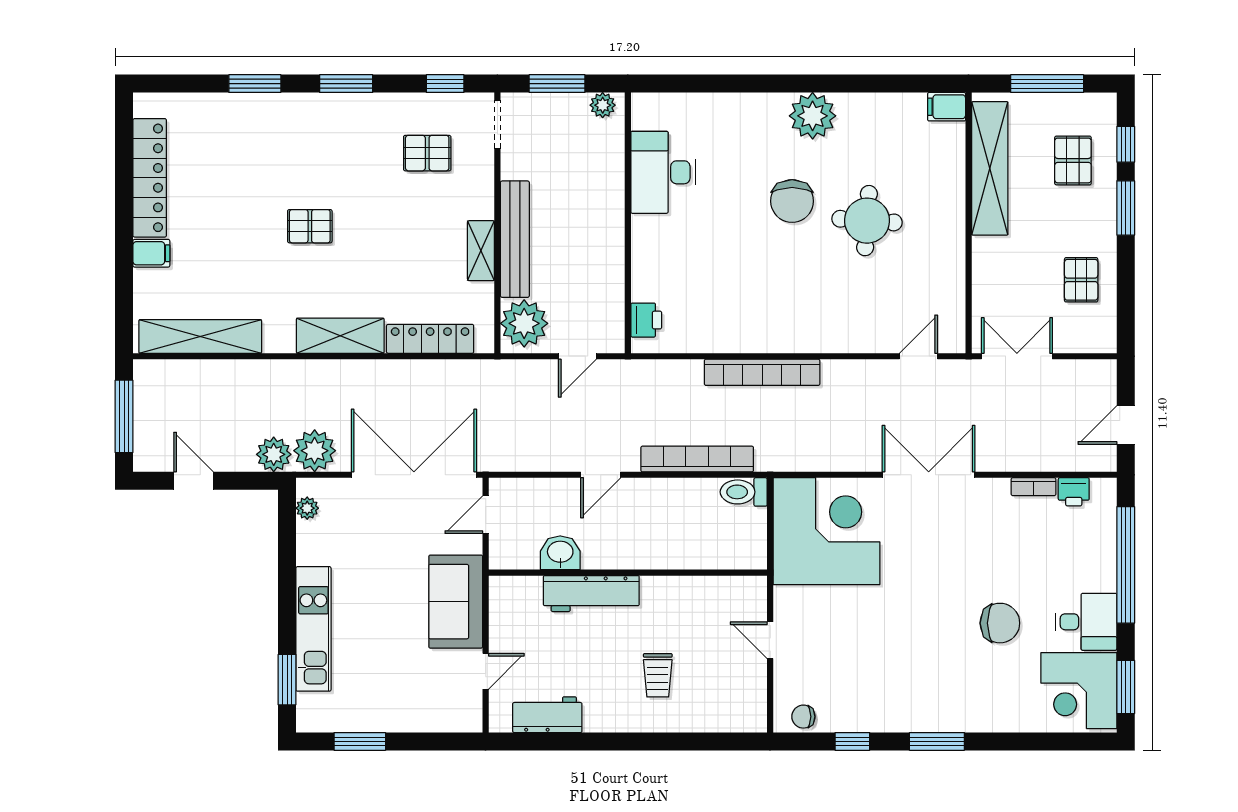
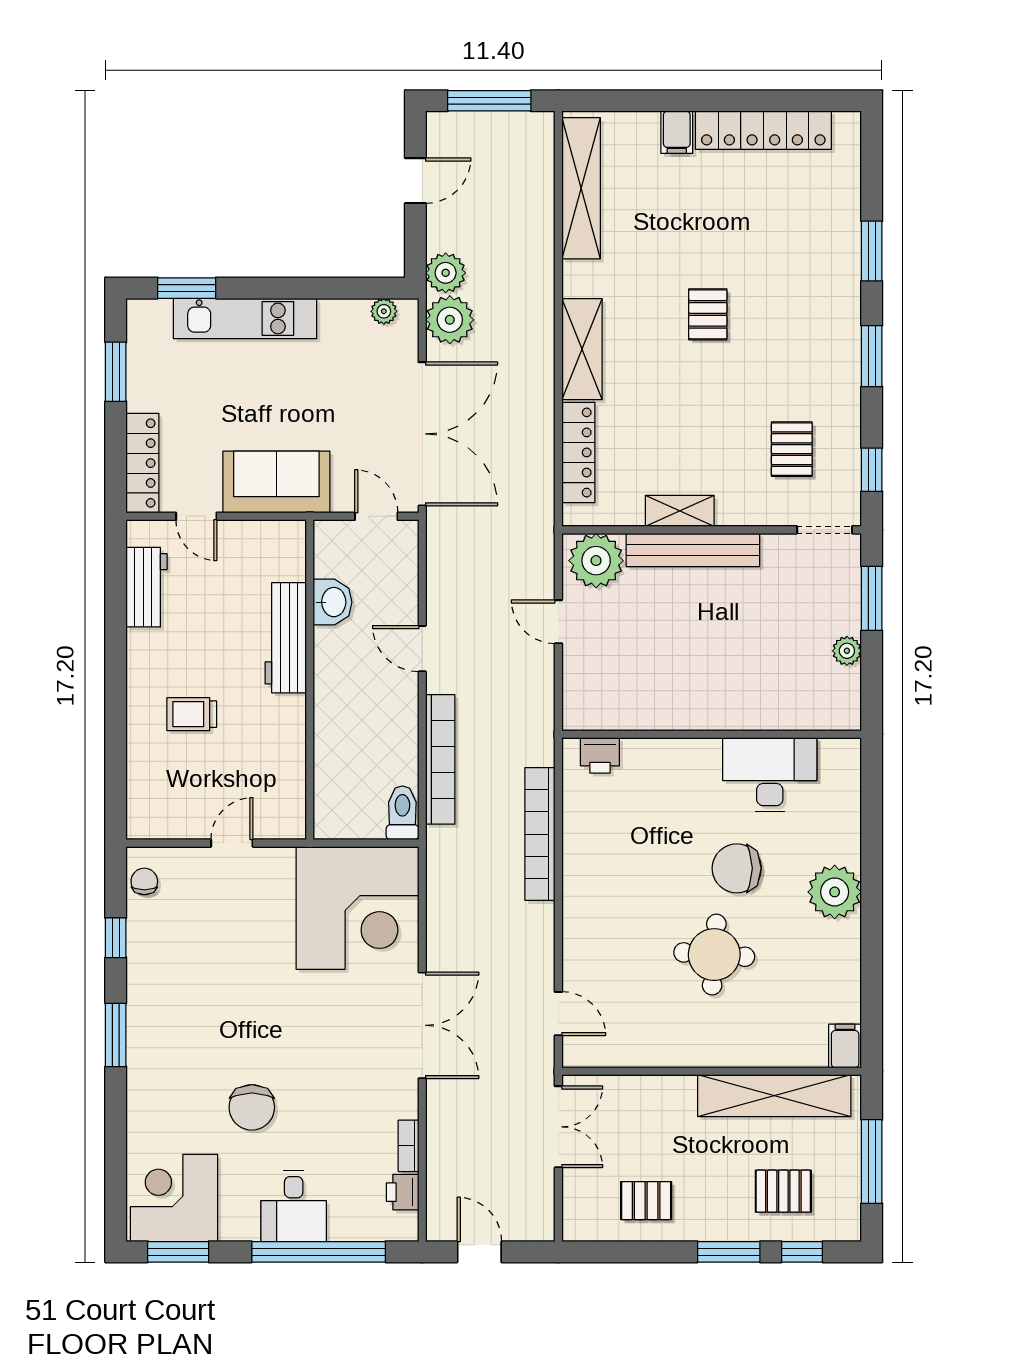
desk: (663, 172) -> (770, 775), moved
wall: (628, 223) -> (712, 734), moved
printer: (646, 320) -> (600, 755), moved
desk: (1086, 622) -> (294, 1206), moved
locker: (439, 718) -> (142, 463), added

